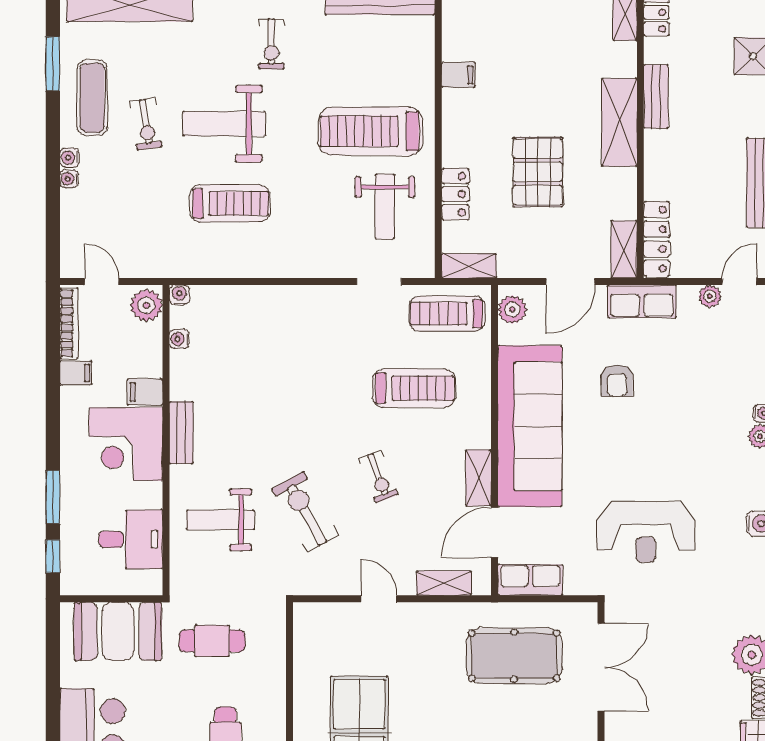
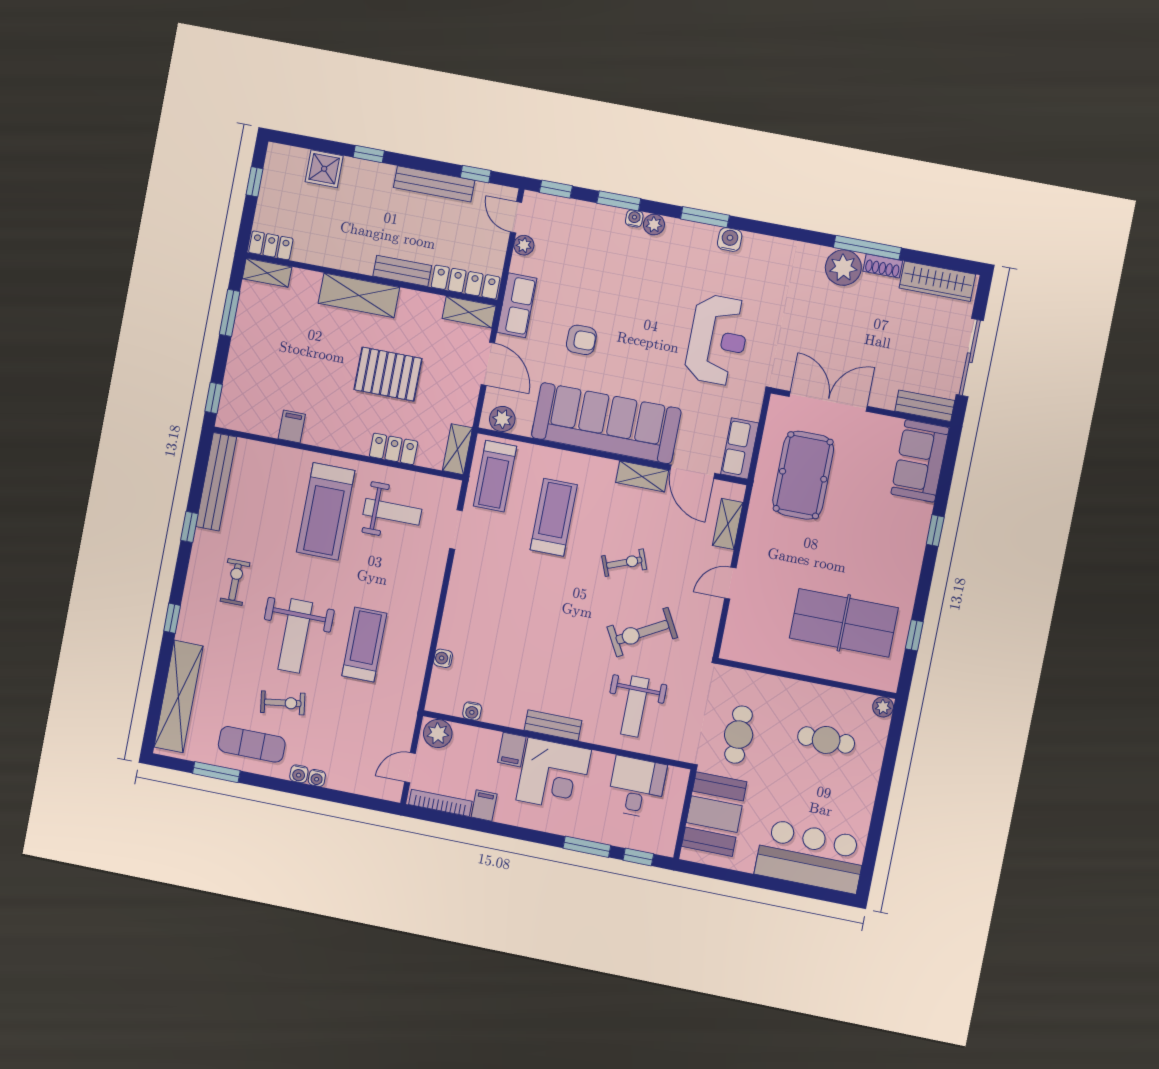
exercise bike: (271, 44) -> (235, 582), turned -90
bench: (656, 97) -> (402, 271), moved
water cooler: (179, 295) -> (443, 658), moved

